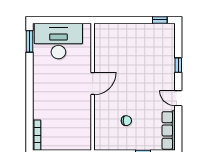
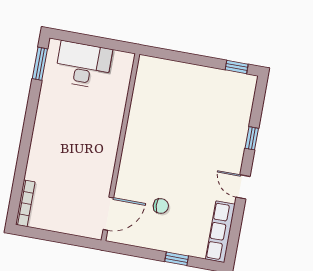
desk: (58, 41) -> (83, 65), width x0.73, depth x0.77
door: (93, 84) -> (108, 214), moved

